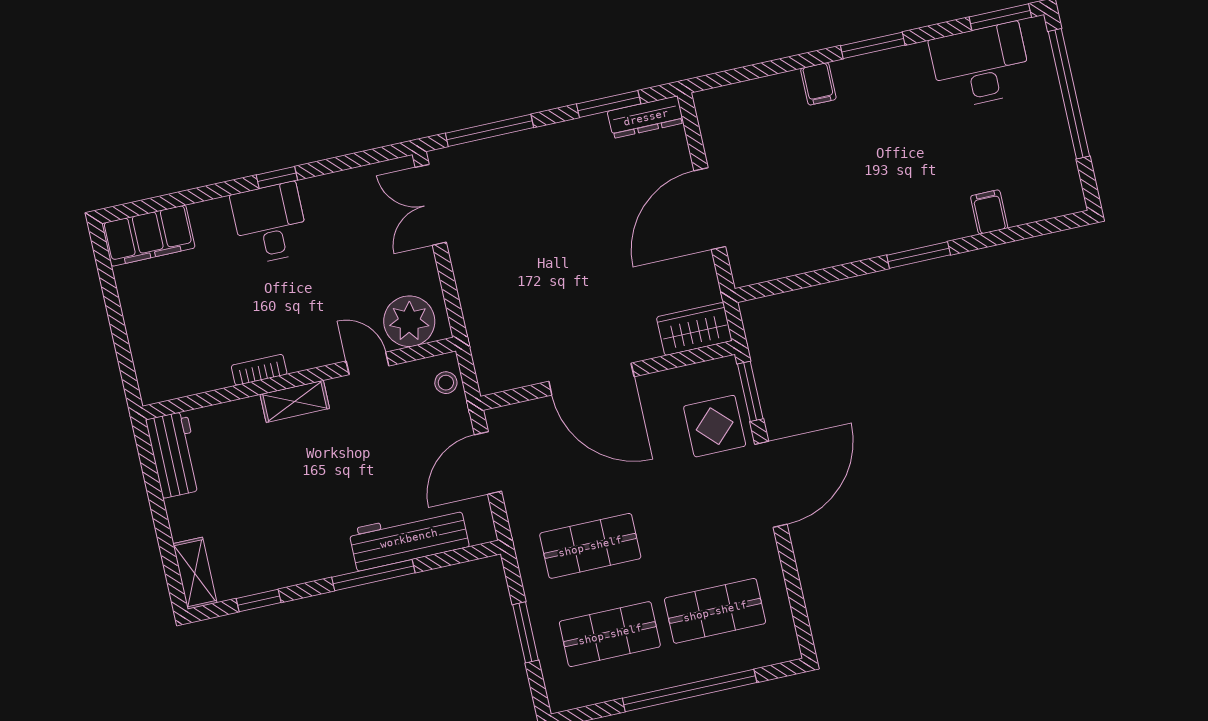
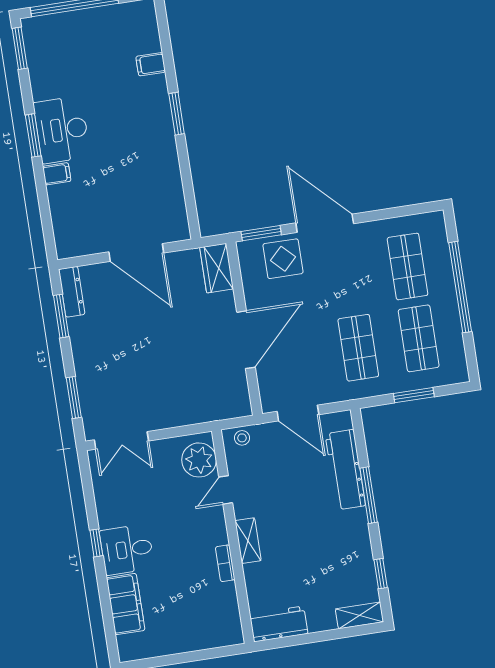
desk: (981, 66) -> (62, 130), moved
window: (490, 130) -> (74, 398), width x0.69
filing cabinet: (148, 236) -> (126, 604), moved

